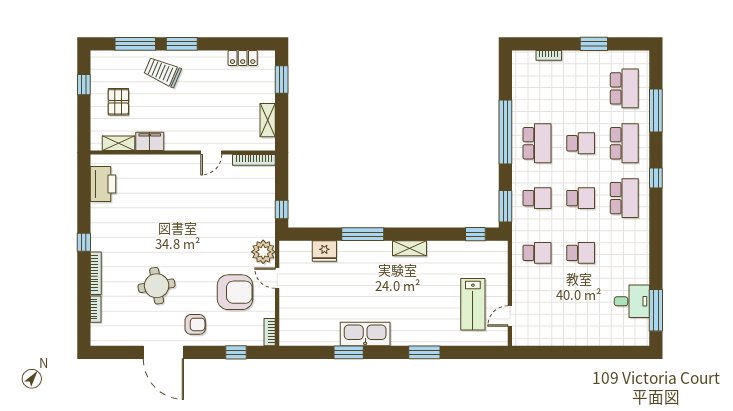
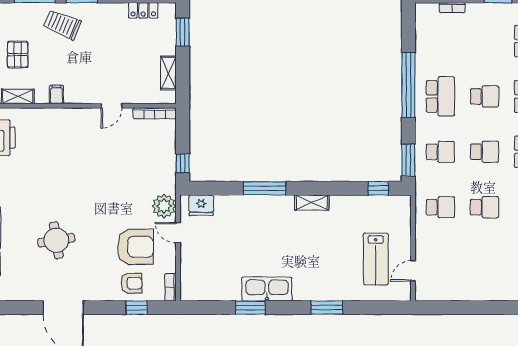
filing cabinet: (150, 141) -> (56, 95), width x0.50
fridge: (324, 251) -> (201, 205), moved
armchair: (195, 324) -> (132, 283), moved

